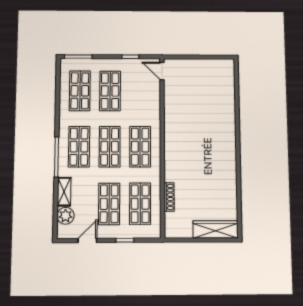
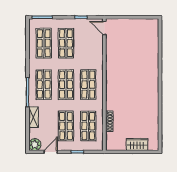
plant: (66, 216) -> (35, 145), moved
wardrobe: (215, 229) -> (137, 144), width x0.67

